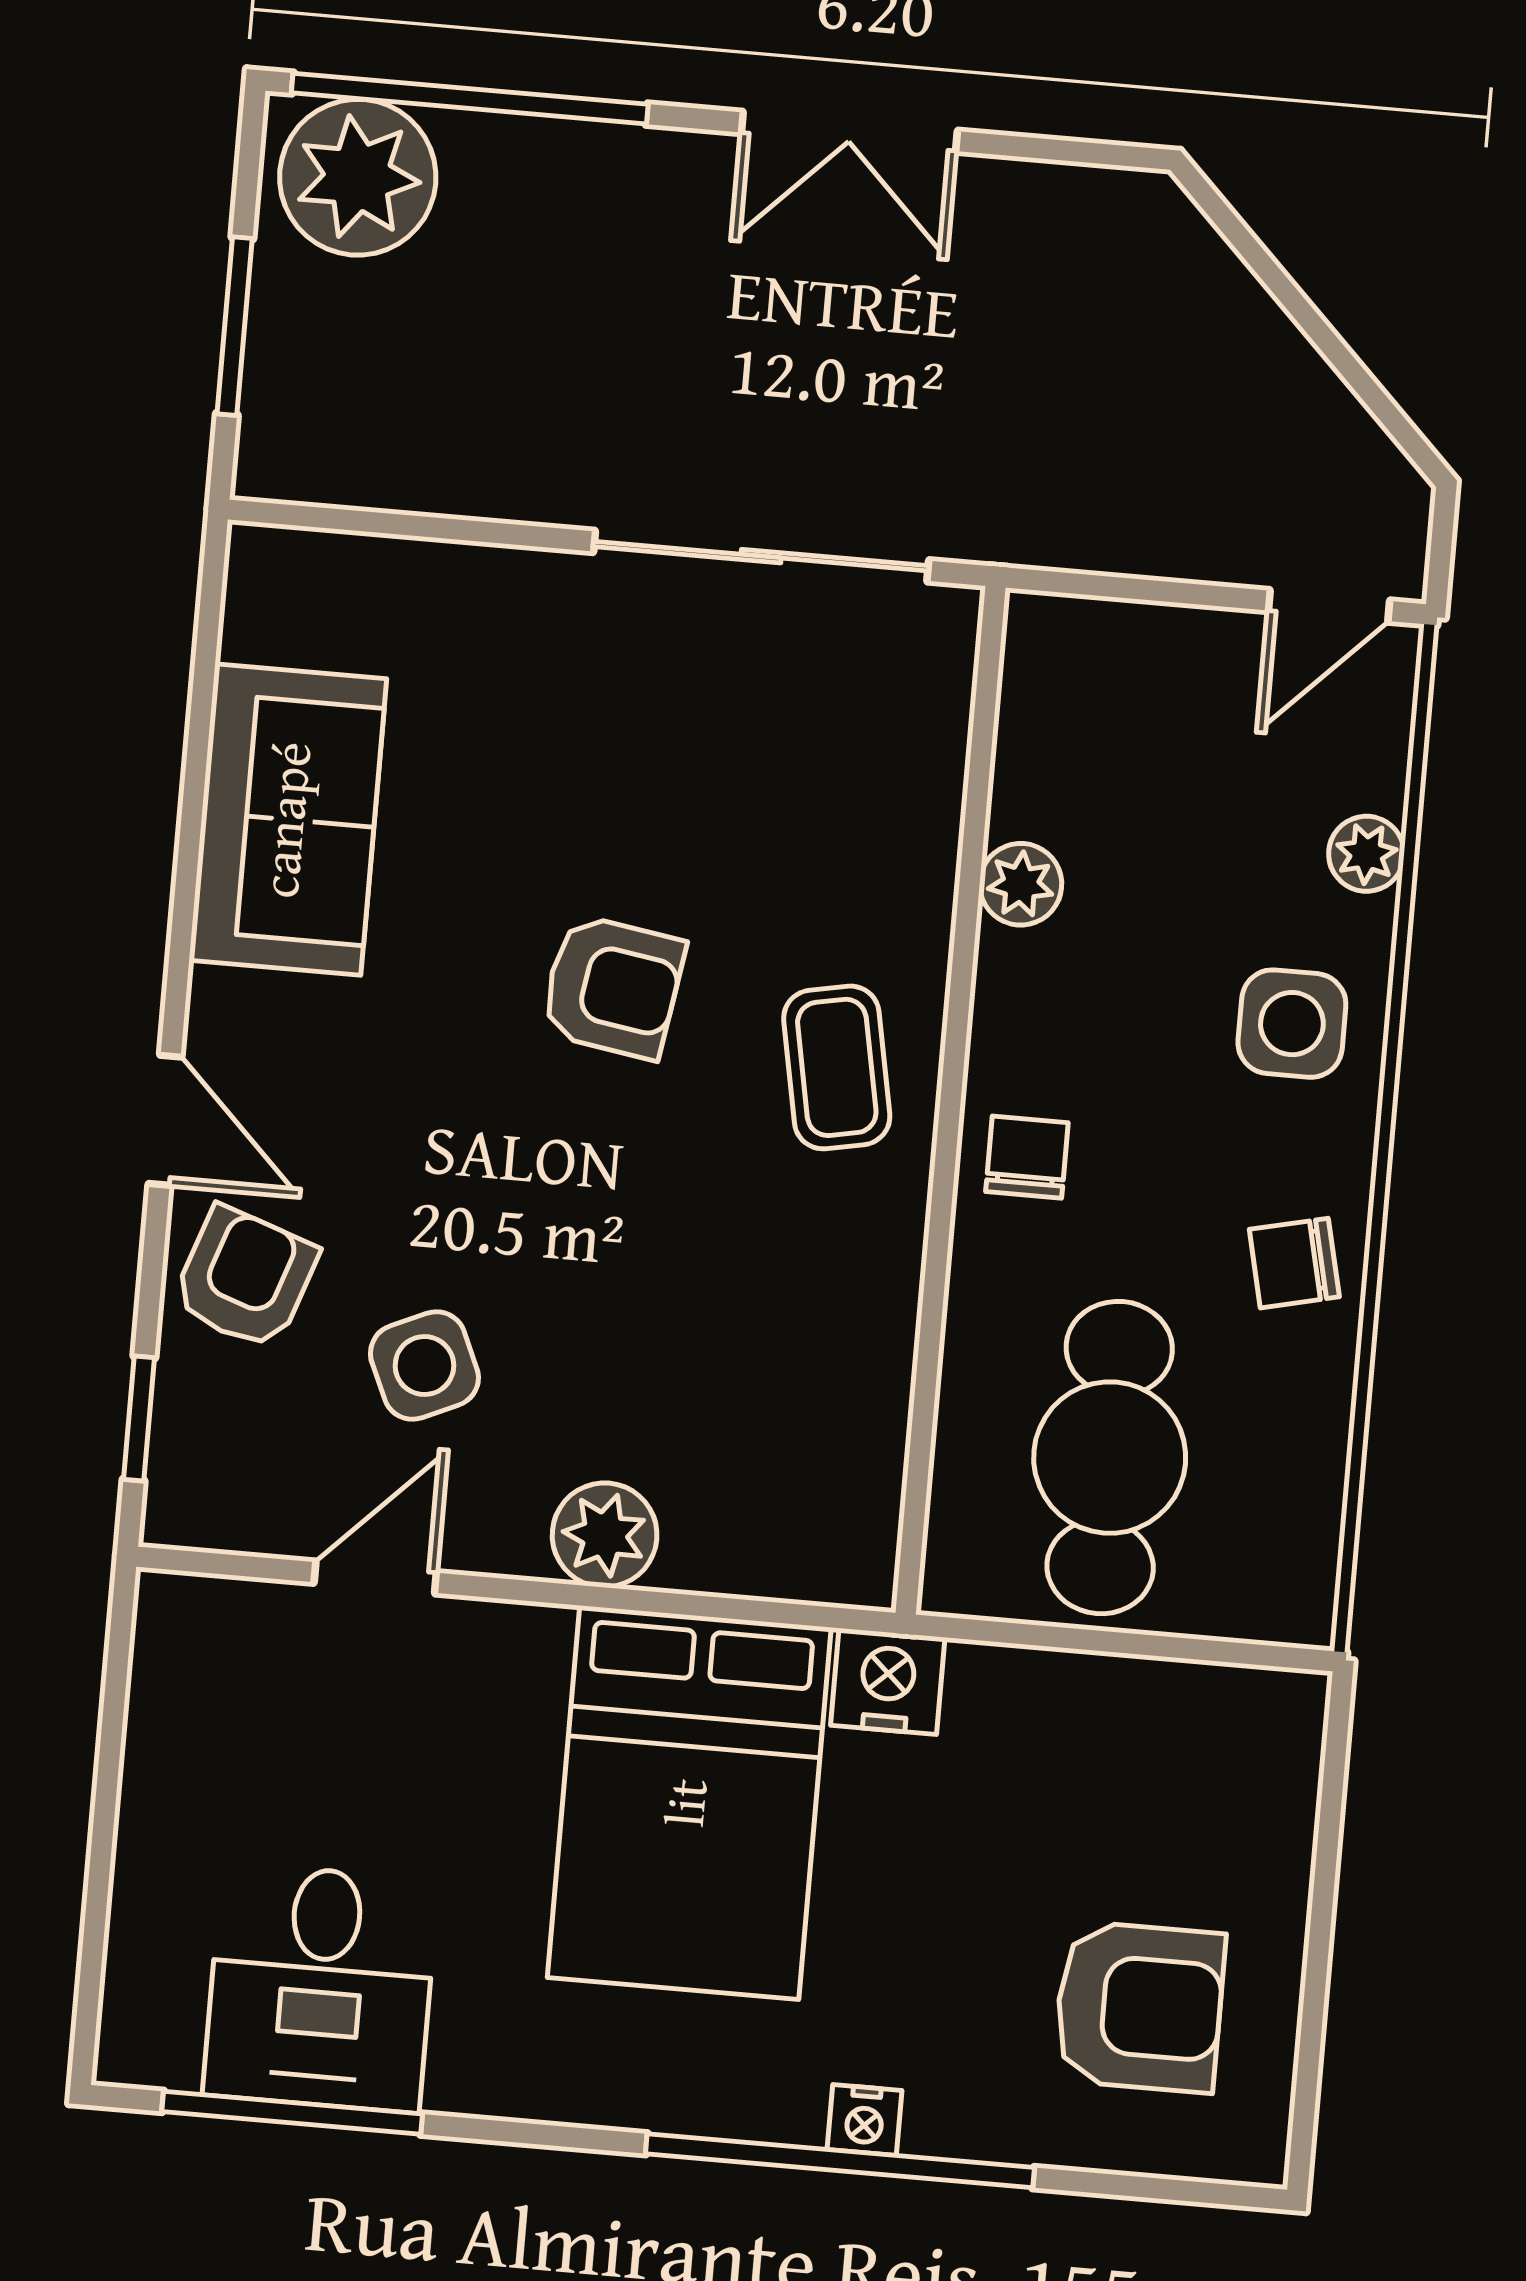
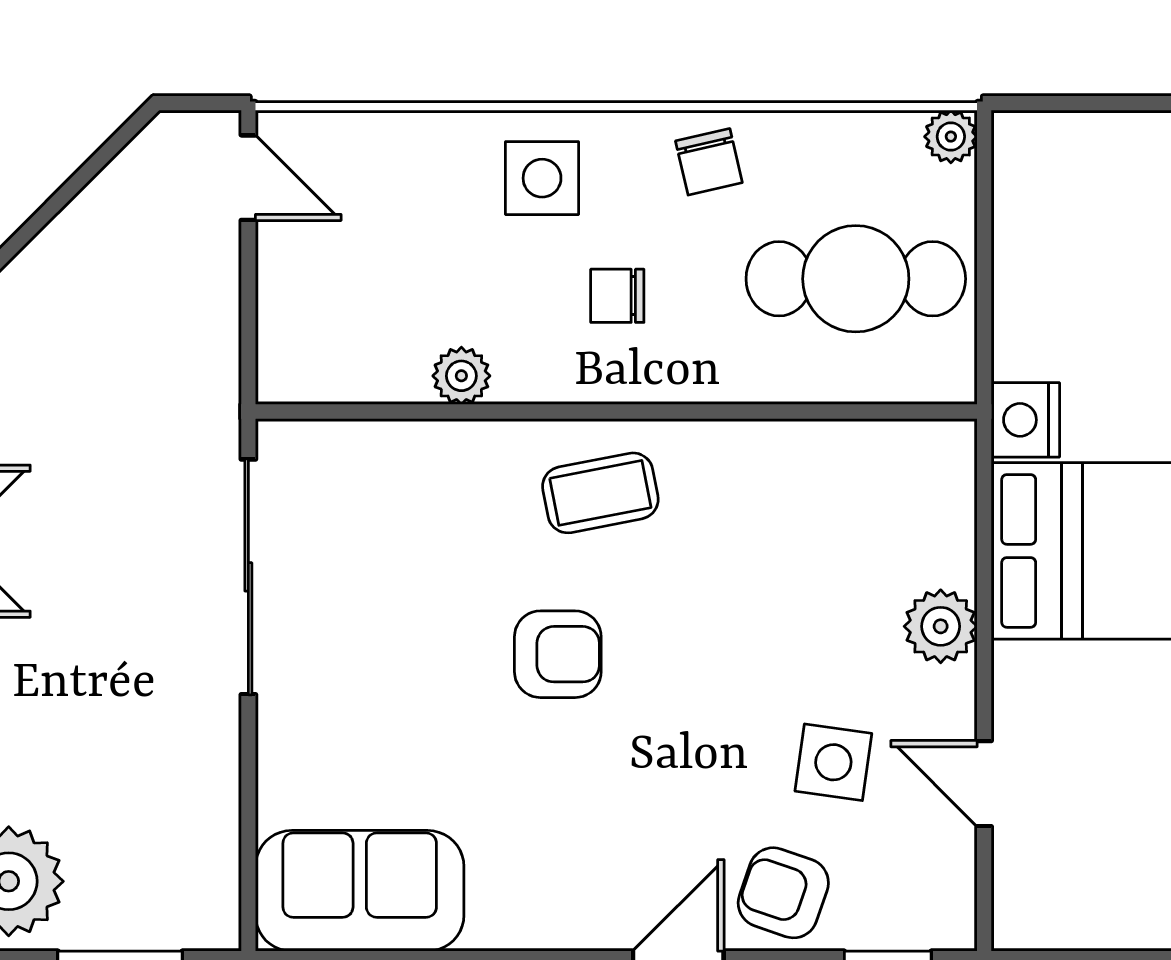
sofa: (288, 820) -> (360, 891), moved
plant: (1366, 854) -> (951, 137), moved
armchair: (613, 987) -> (558, 654), turned 81
chair: (1027, 1157) -> (617, 296), moved
side table: (424, 1366) -> (833, 762), turned 32

